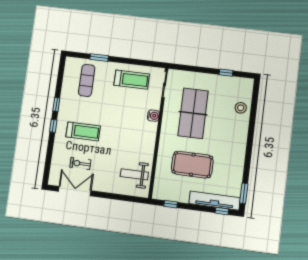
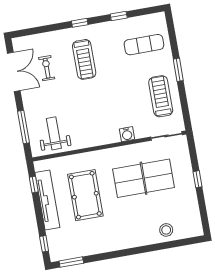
window: (99, 58) -> (178, 70), moved
window: (226, 73) -> (198, 179), moved
treadmill: (132, 80) -> (161, 96), turned 180
window: (56, 104) -> (119, 16), moved
window: (121, 197) -> (24, 127), added
tv unit: (215, 201) -> (47, 200), moved

